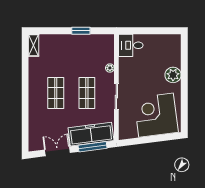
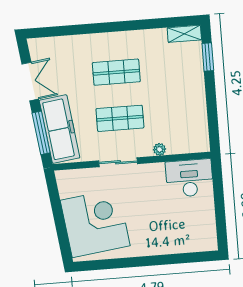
window: (81, 31) -> (208, 57), moved
desk: (131, 45) -> (189, 178), width x1.37
plant: (173, 75) -> (157, 243), removed

